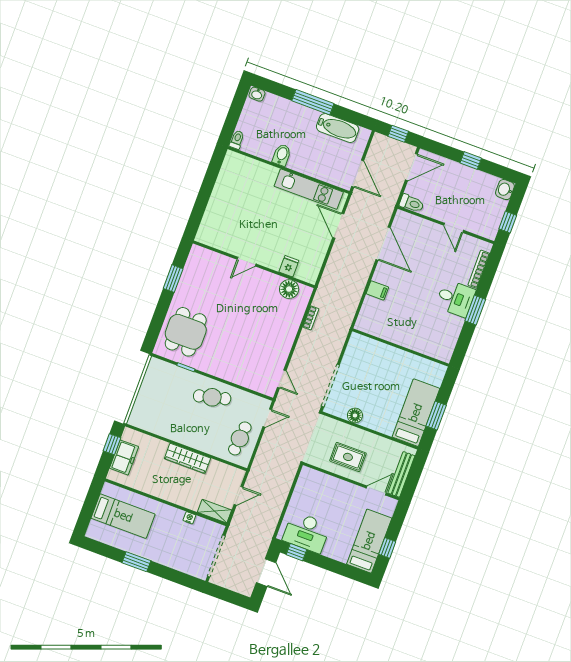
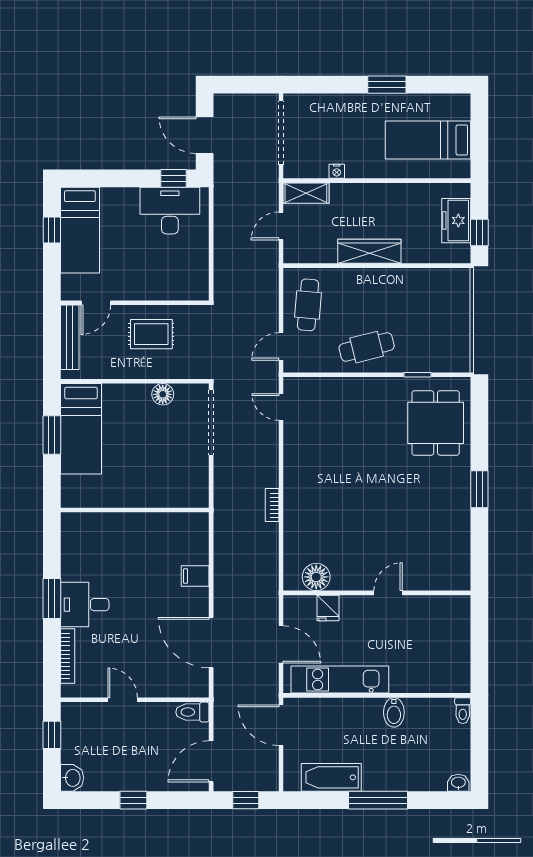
door: (247, 262) -> (388, 593), moved
wall: (254, 264) -> (377, 593), moved
fridge: (289, 266) -> (328, 608), moved
floor lamp: (289, 289) -> (316, 577), moved

